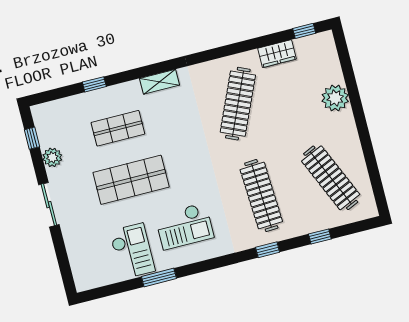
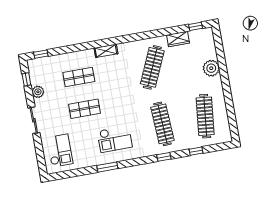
window: (94, 84) -> (41, 54), moved
clothes rail: (331, 178) -> (205, 116), turned 30
shop shelf: (131, 180) -> (84, 109), width x0.70, depth x0.74
checkout: (132, 251) -> (60, 151), moved
window: (159, 277) -> (107, 167), moved

